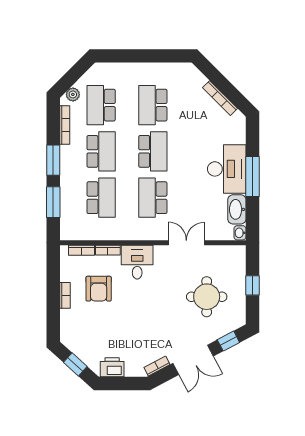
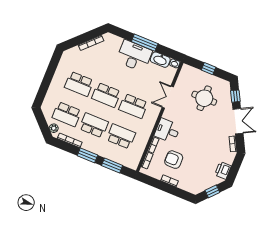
school desk: (153, 151) -> (106, 95), turned 180
armchair: (99, 289) -> (174, 160), turned 180

